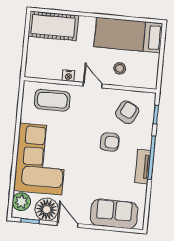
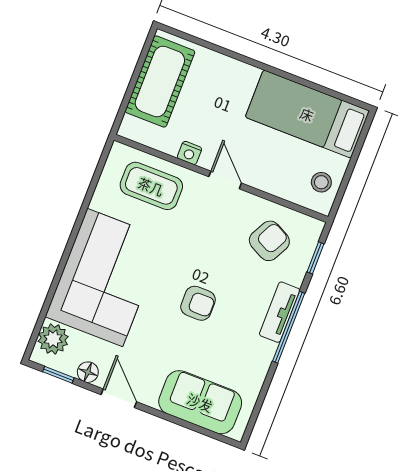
cot: (53, 26) -> (160, 81), moved, turned 90
stool: (120, 68) -> (321, 182), moved
armchair: (110, 142) -> (198, 303), moved
tv unit: (143, 167) -> (280, 312), moved
floor lamp: (47, 209) -> (88, 372), width x0.53, depth x0.53

